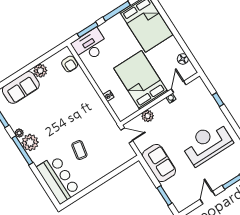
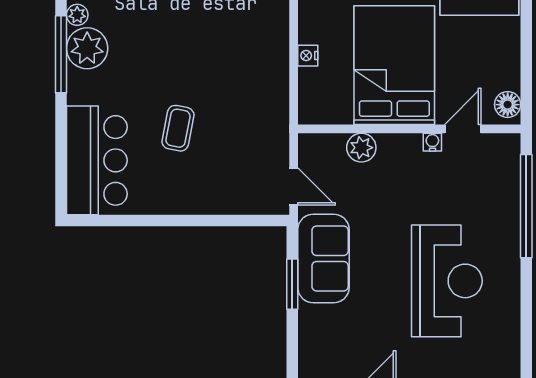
floor lamp: (183, 59) -> (508, 105), moved
window: (218, 100) -> (526, 206), width x3.17
door: (127, 135) -> (294, 187), moved
reception desk: (207, 143) -> (447, 281), turned 90
window: (164, 195) -> (292, 284), moved

